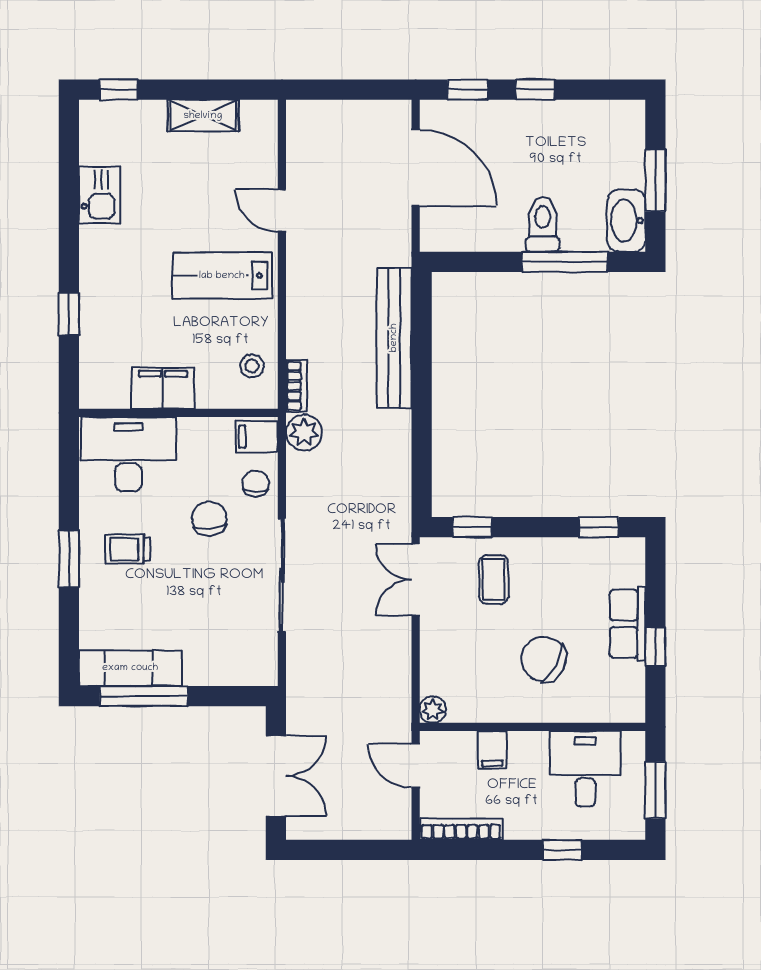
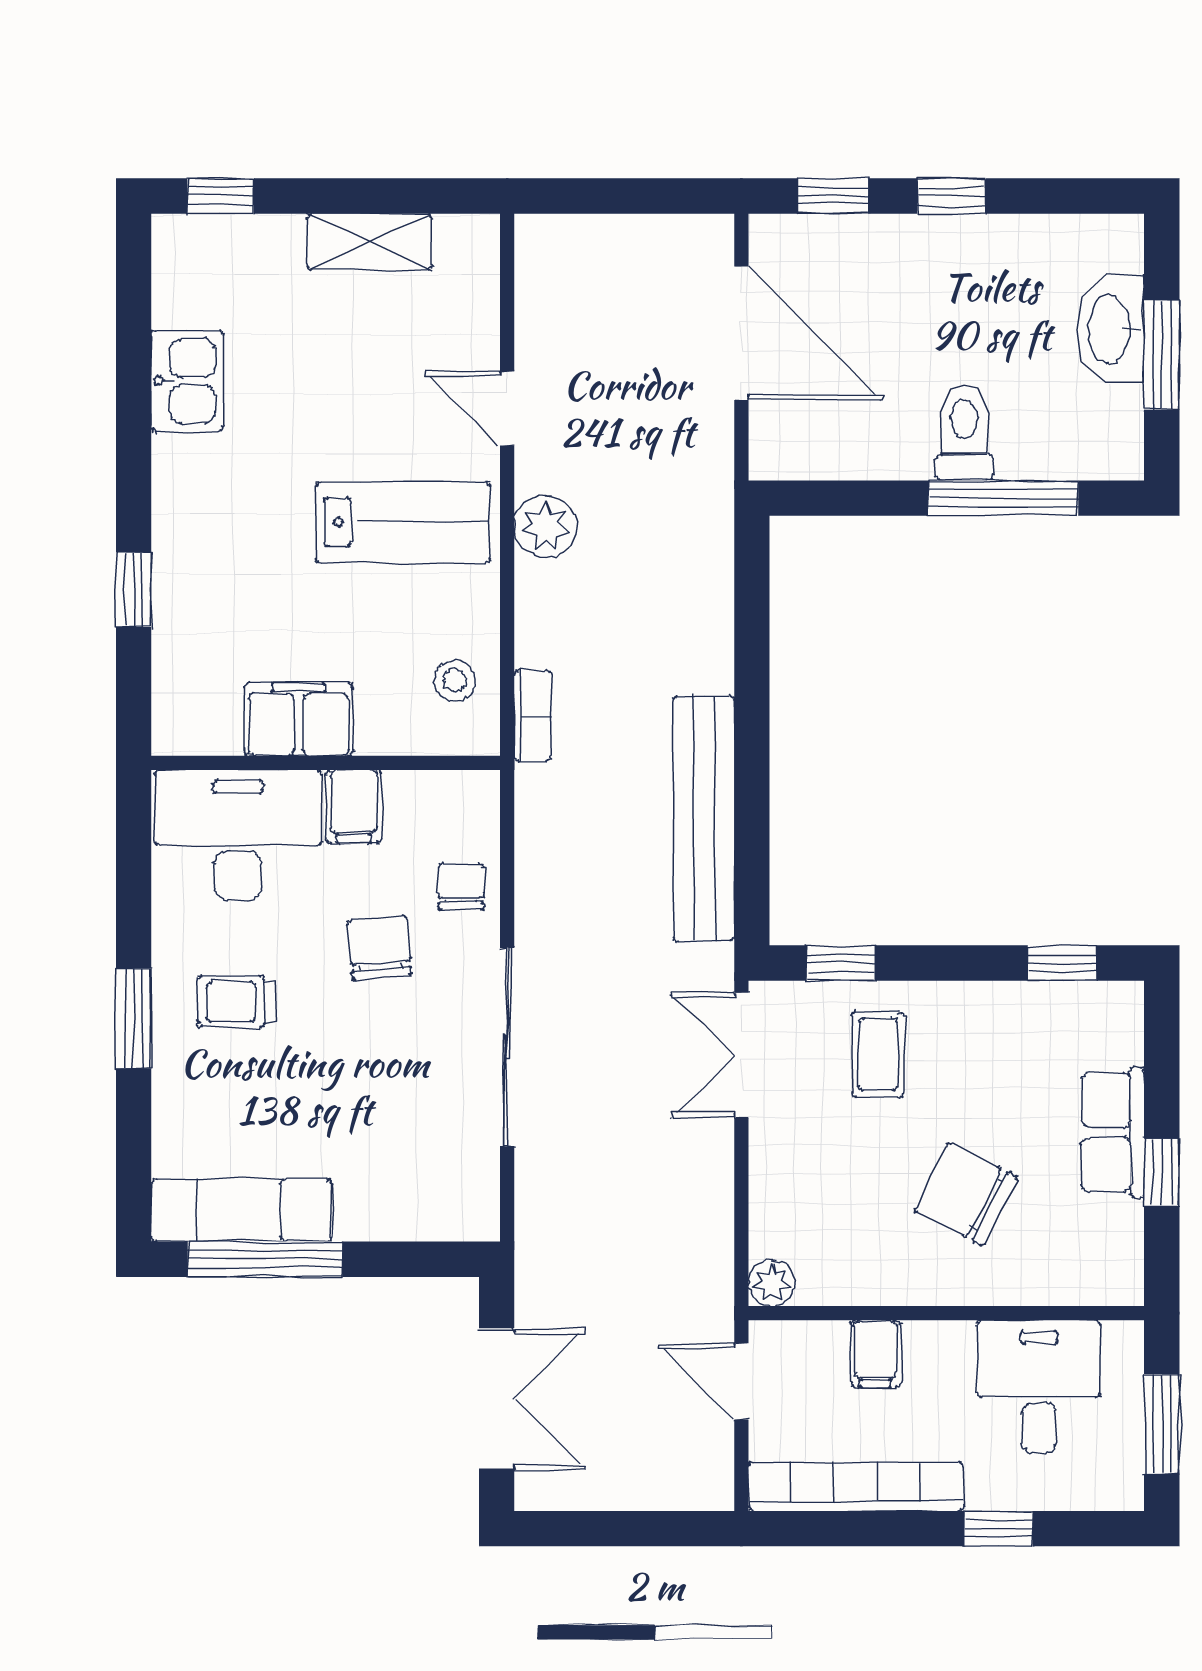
washbasin: (626, 221) -> (1111, 329), moved
lab bench: (222, 276) -> (403, 522), turned 180
bench: (394, 338) -> (704, 818), moved
plant: (304, 433) -> (546, 526), moved
filing cabinet: (257, 437) -> (354, 807), moved, turned -90
bookcase: (461, 829) -> (856, 1487), width x1.48, depth x1.31

